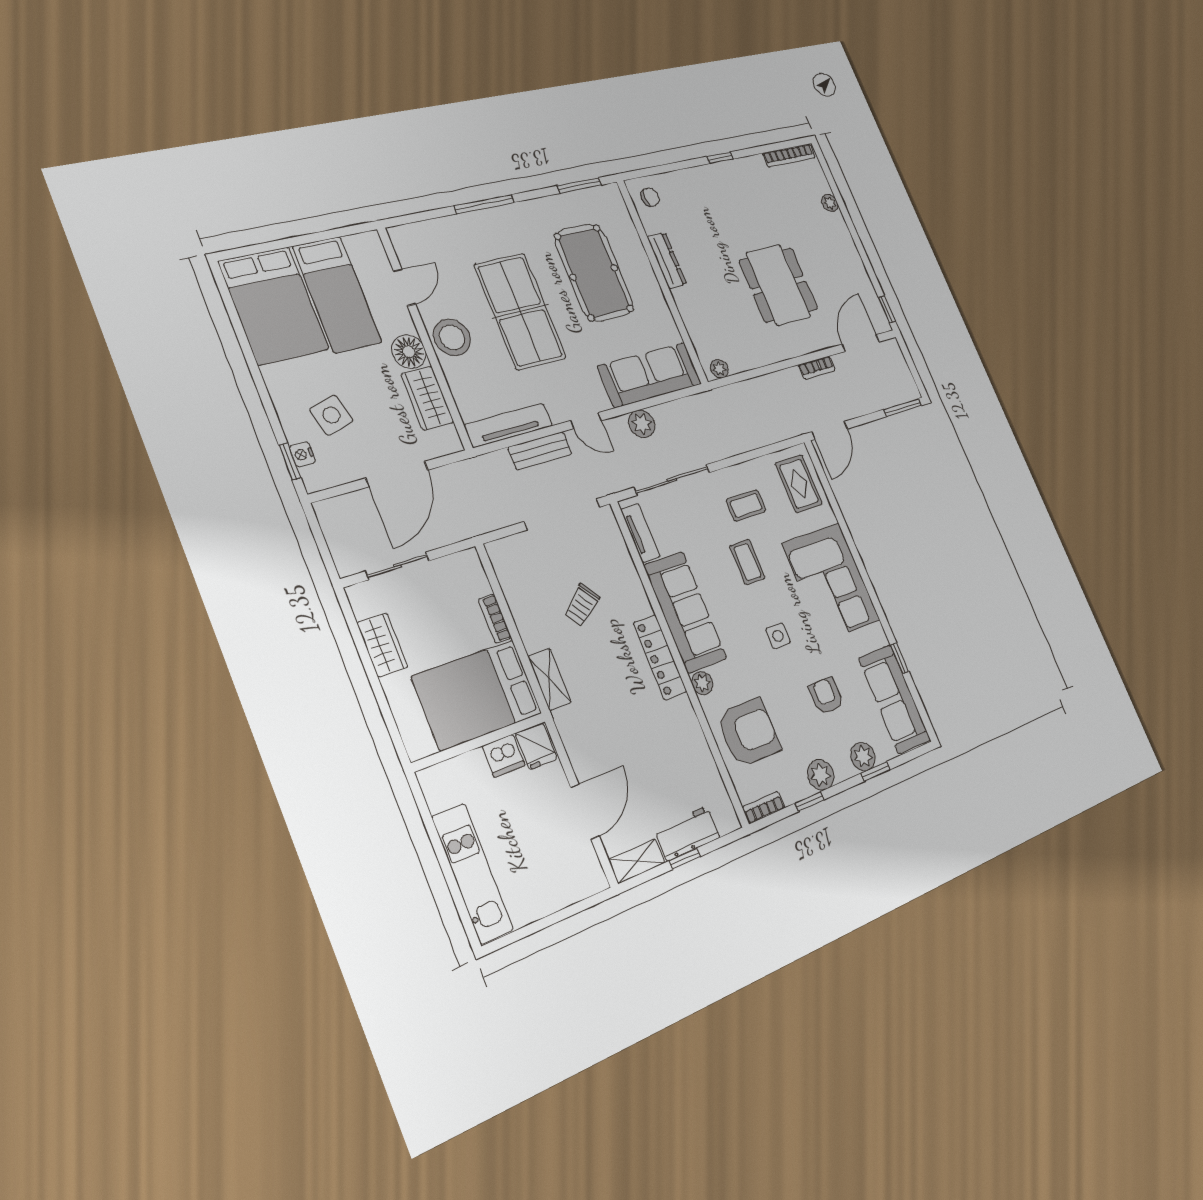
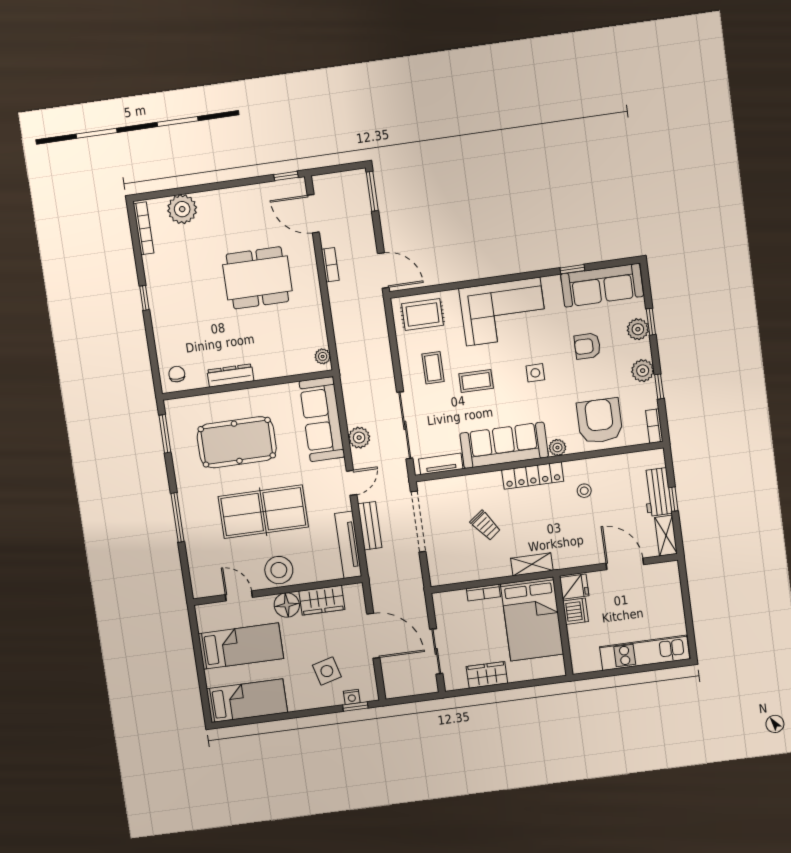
plant: (830, 203) -> (182, 209), width x1.87, depth x1.87
bed: (273, 305) -> (247, 701), width x0.67
stool: (661, 731) -> (584, 491), added

